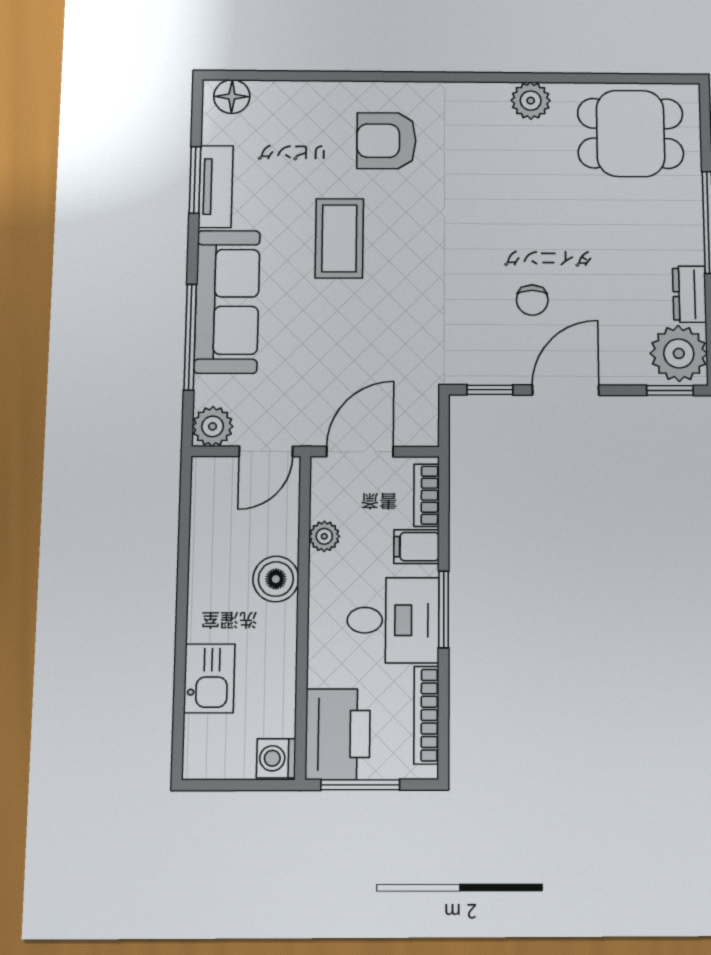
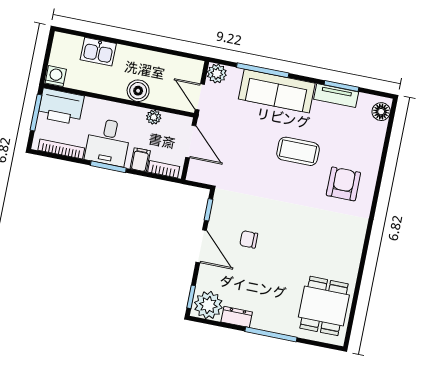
plant: (531, 101) -> (351, 260), removed

